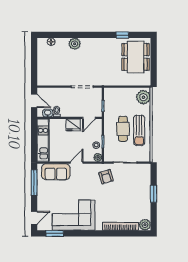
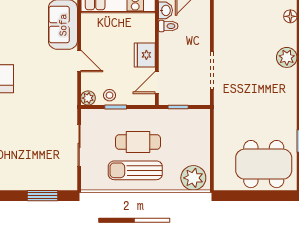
door: (89, 118) -> (157, 82), hinge flipped
armchair: (106, 177) -> (54, 112), removed
window: (154, 194) -> (42, 196), moved

